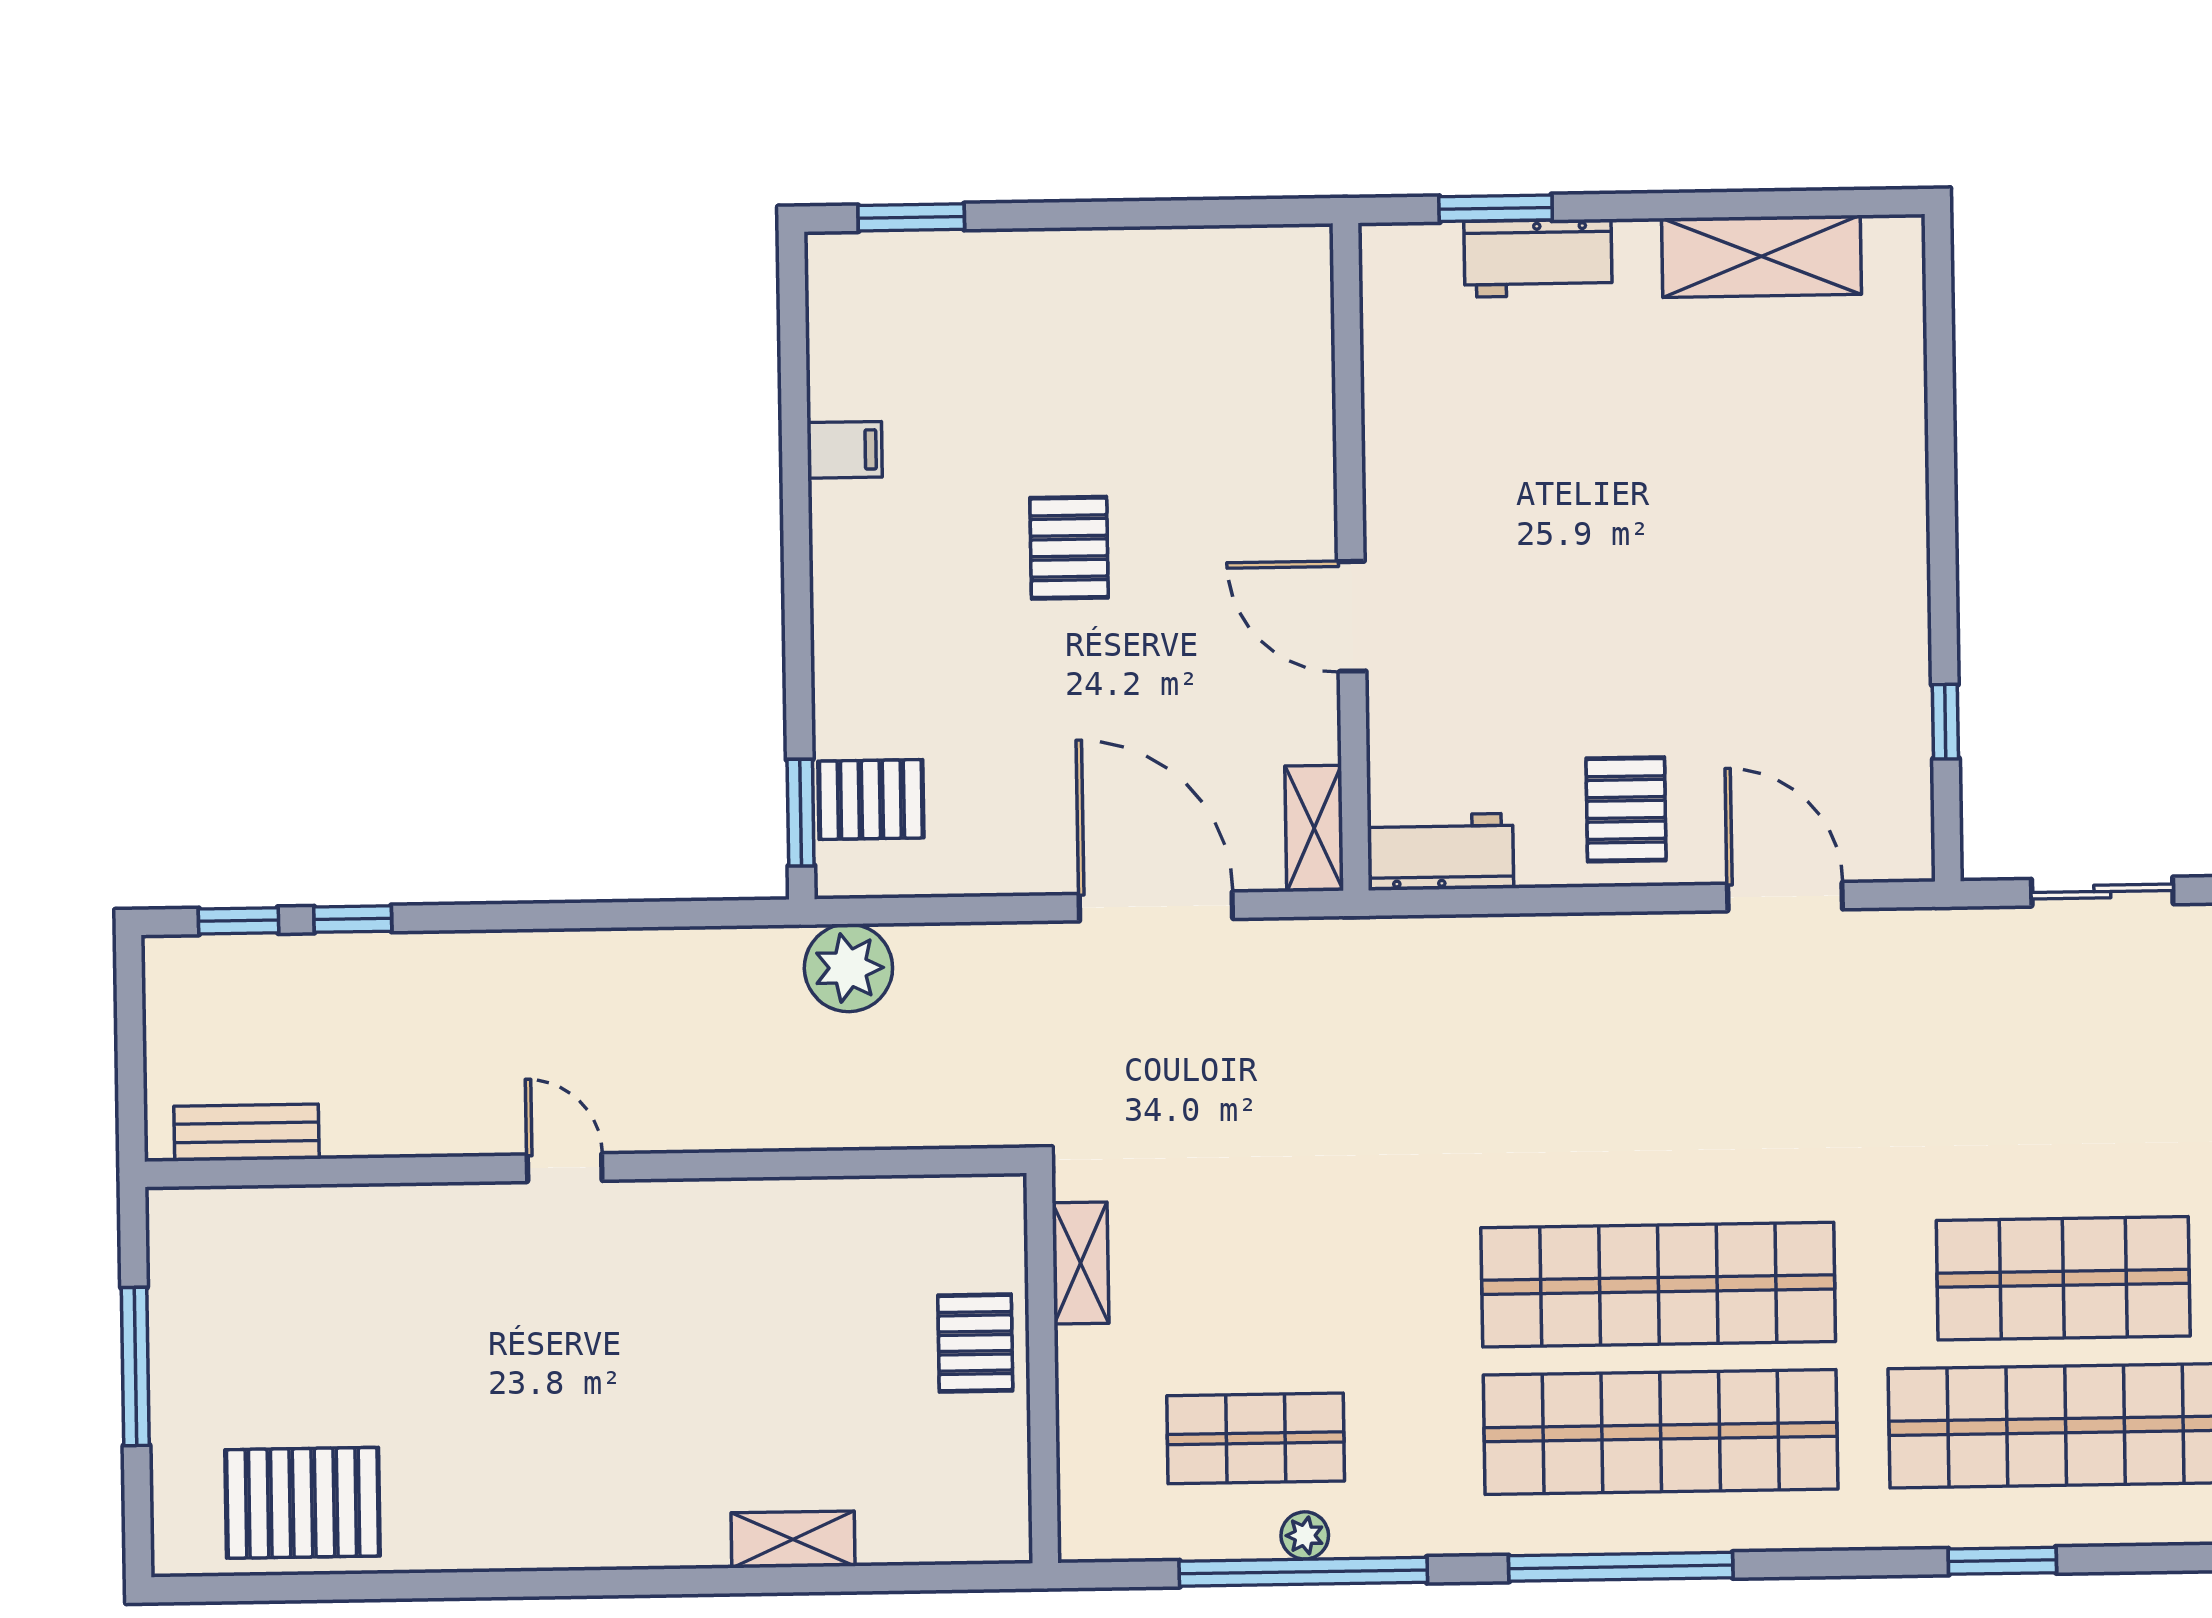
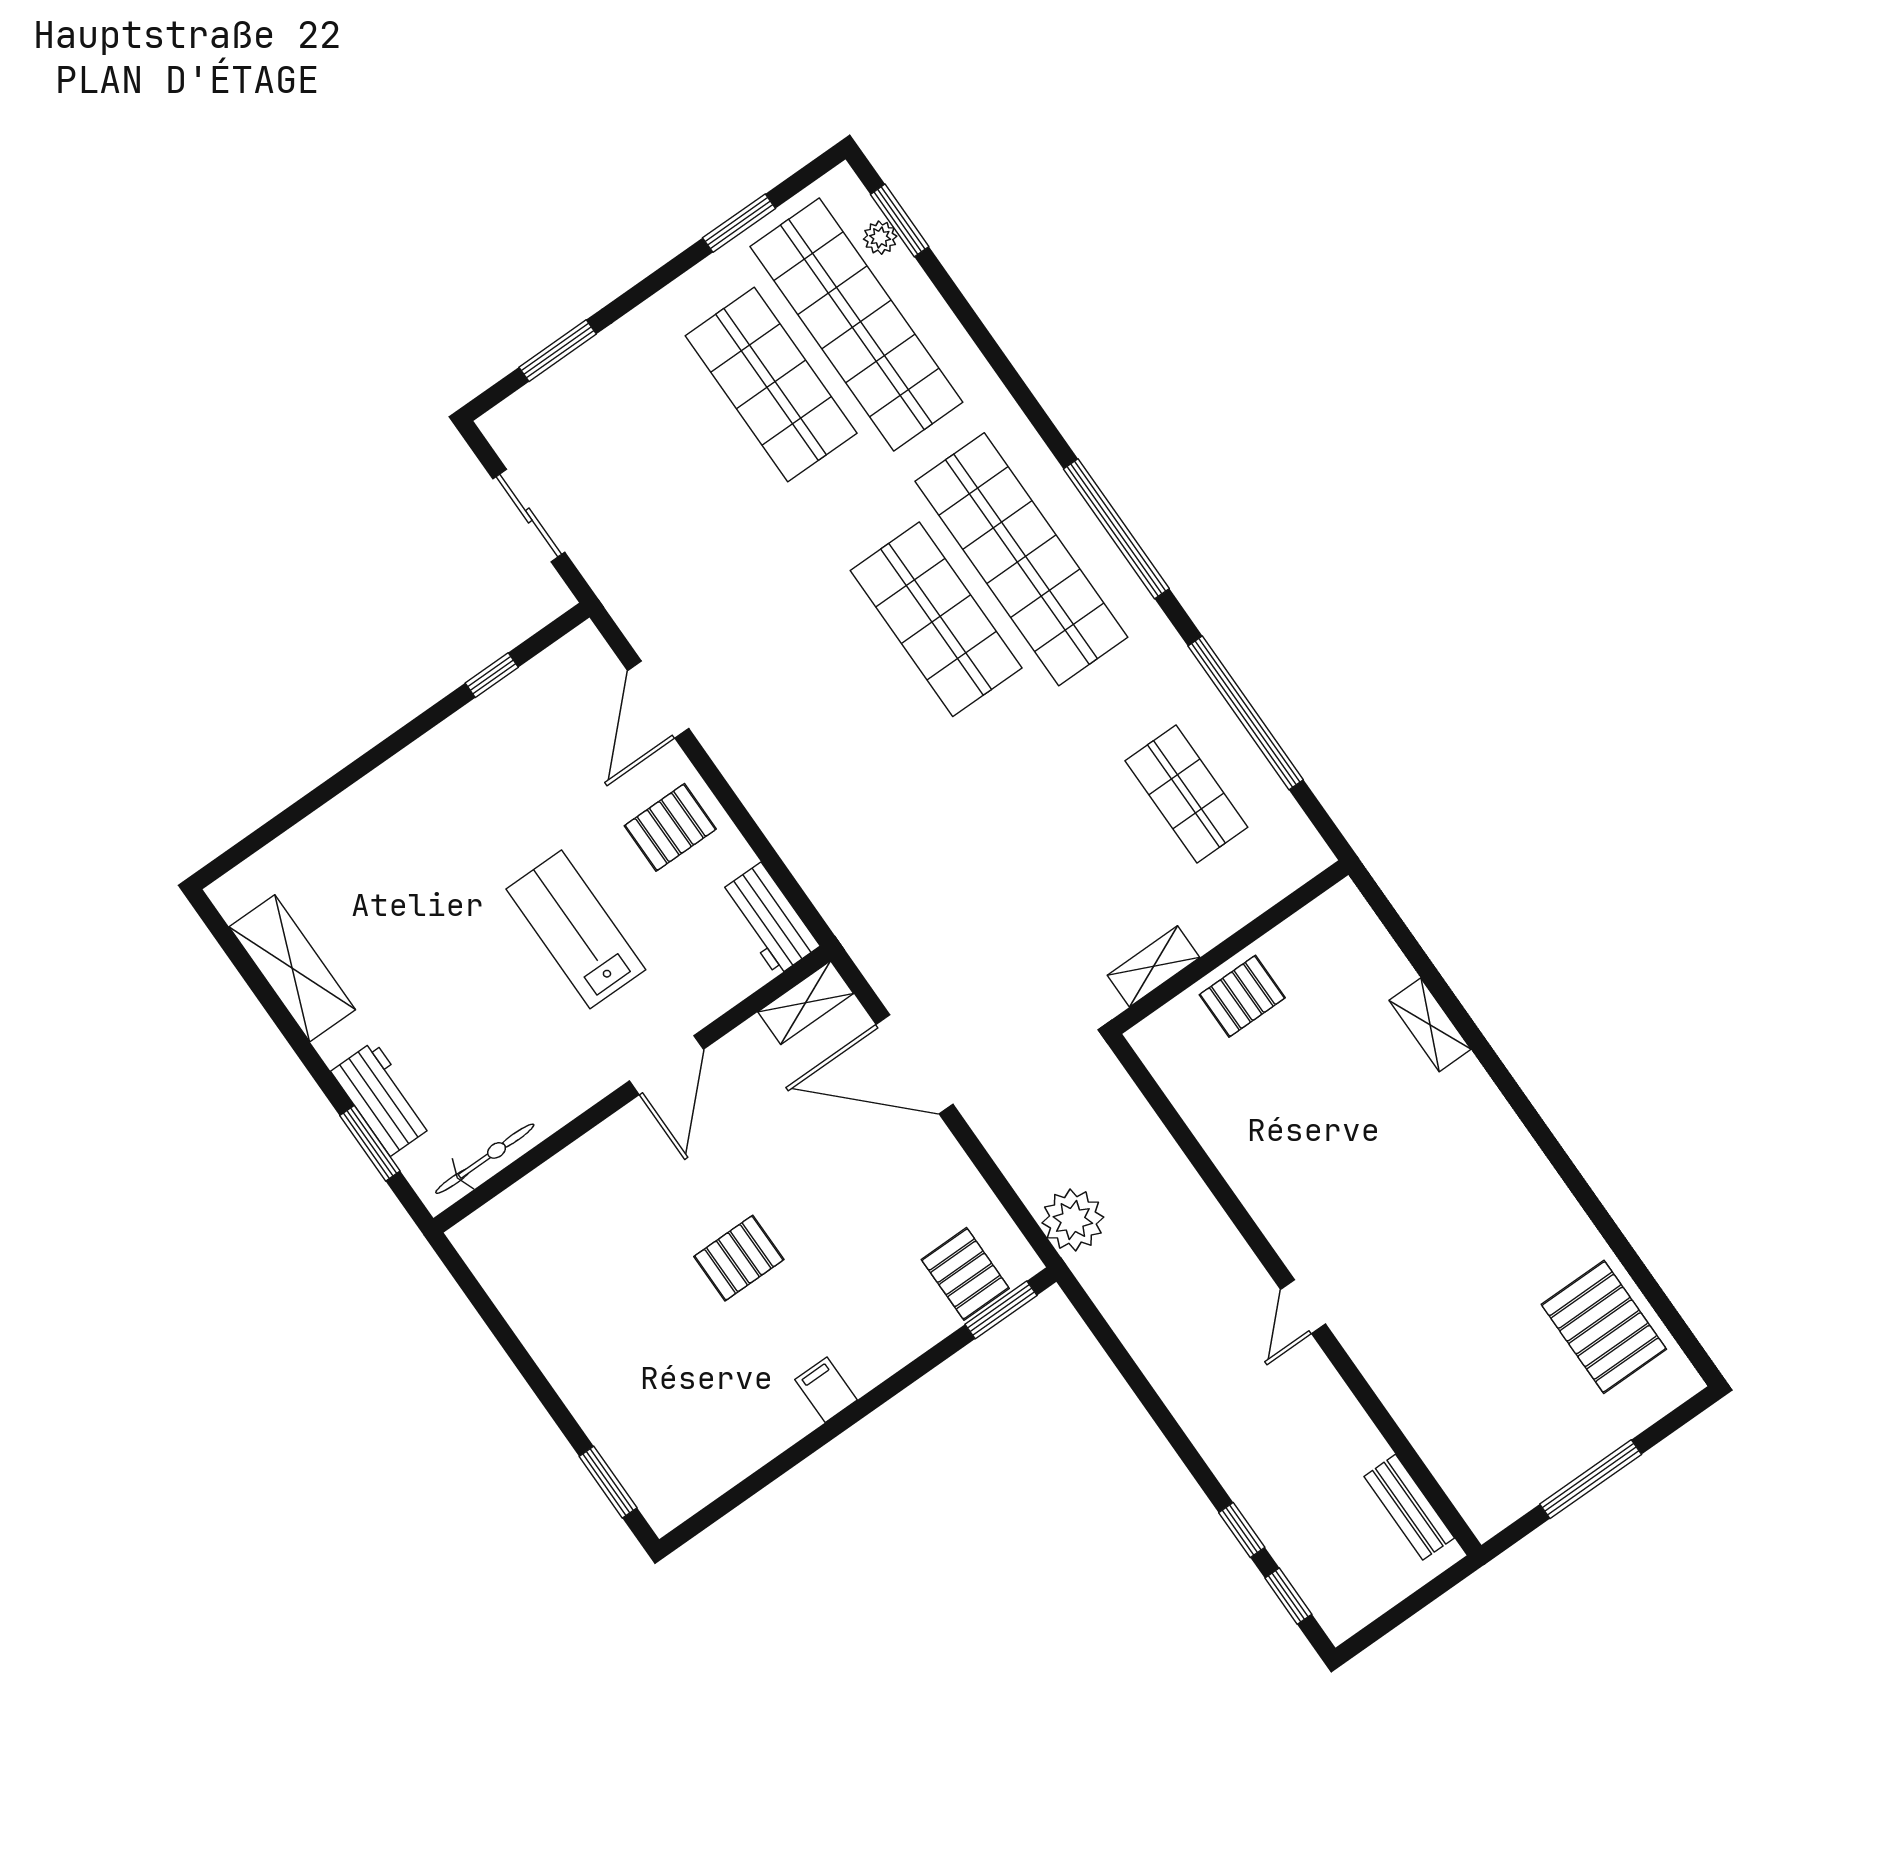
bicycle: (1386, 330) -> (485, 1159), added
filing cabinet: (845, 450) -> (826, 1390), moved
lab bench: (1582, 618) -> (576, 929), added
door: (1156, 906) -> (914, 1064), hinge flipped
shop shelf: (1658, 1285) -> (936, 619), width x0.71
plant: (1305, 1535) -> (880, 238), moved
window: (2002, 1561) -> (900, 220), moved

